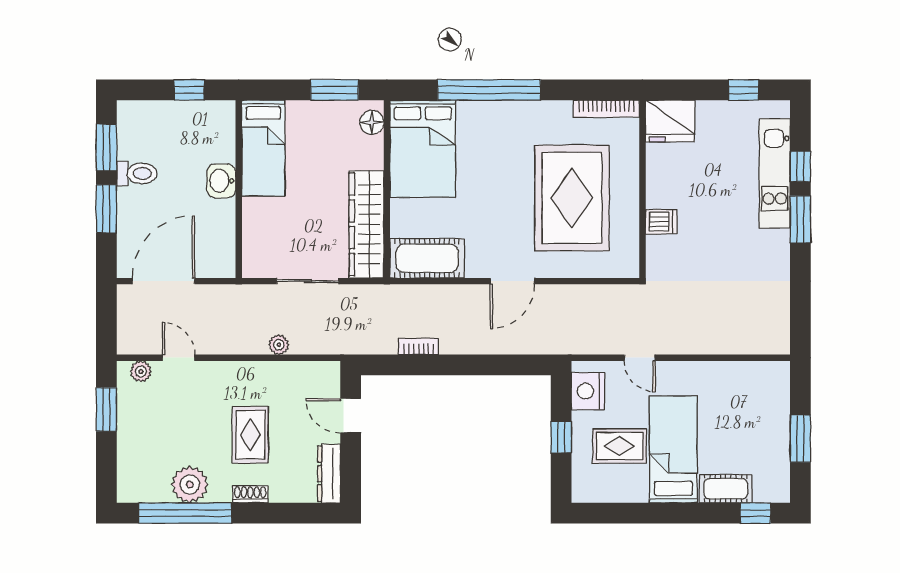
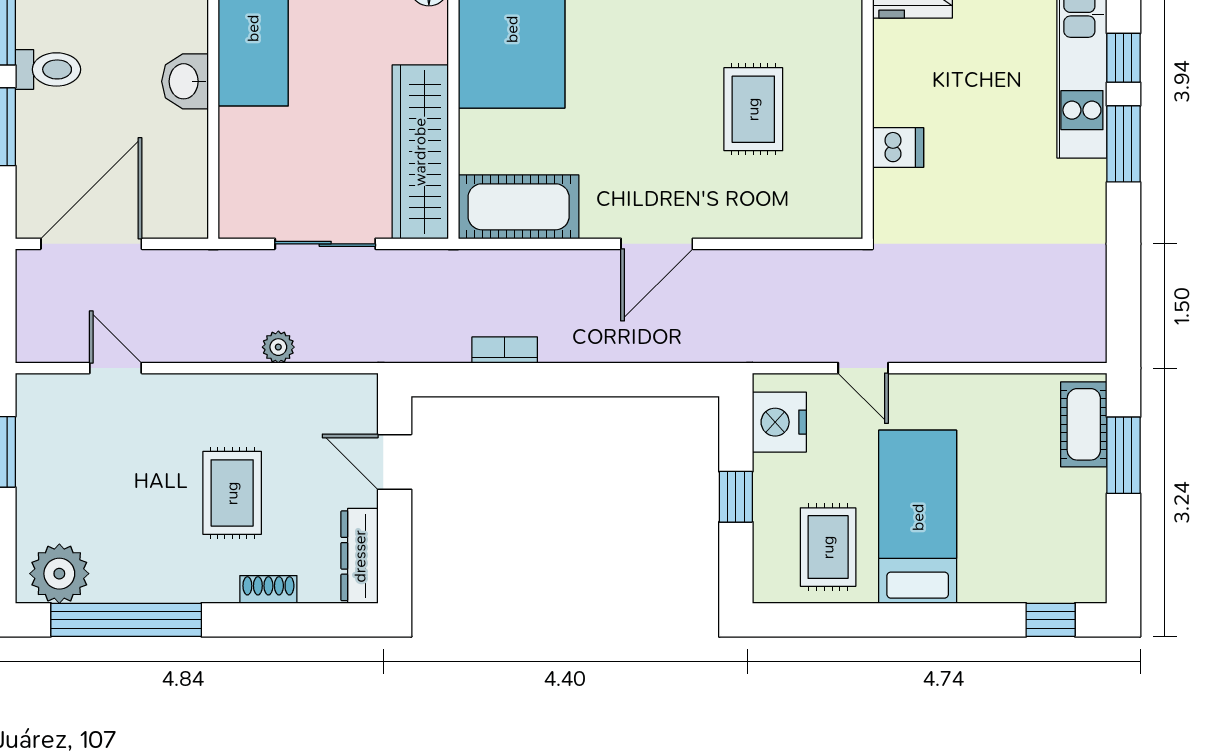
rug: (572, 198) -> (753, 109), width x0.54, depth x0.49
plant: (141, 371) -> (55, 390), removed
window: (800, 439) -> (1124, 455), moved
rug: (619, 446) -> (828, 547), moved, turned 90
plant: (190, 485) -> (59, 574), moved
cot: (726, 489) -> (1084, 424), moved, turned 90
shoe rack: (250, 494) -> (268, 589), moved

